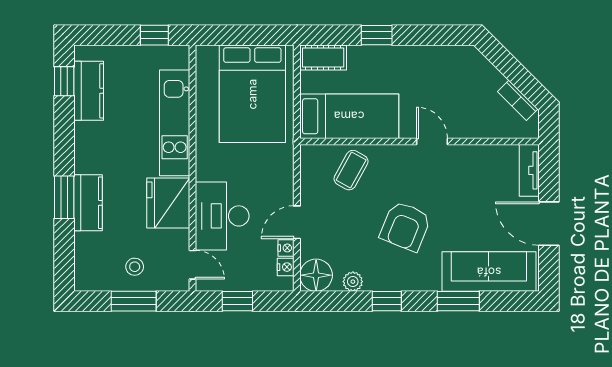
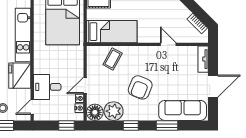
door: (432, 141) -> (168, 44), moved
desk: (222, 216) -> (47, 87), width x0.73
door: (549, 224) -> (213, 86), swing flipped
door: (192, 265) -> (32, 107), swing flipped
plant: (353, 282) -> (114, 111), width x1.87, depth x1.87
window: (237, 301) -> (66, 125), moved

